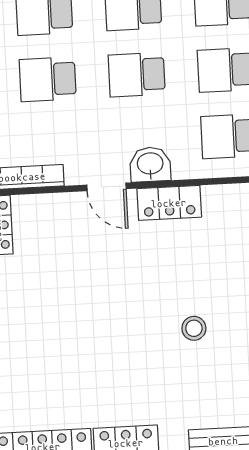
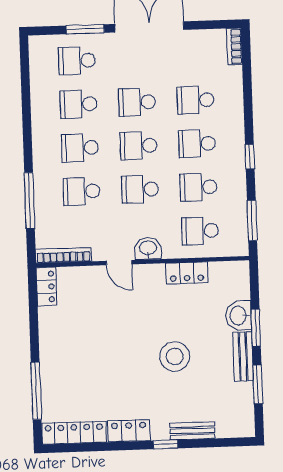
locker: (169, 203) -> (187, 273), moved
stool: (194, 328) -> (175, 356), width x1.89, depth x1.89

